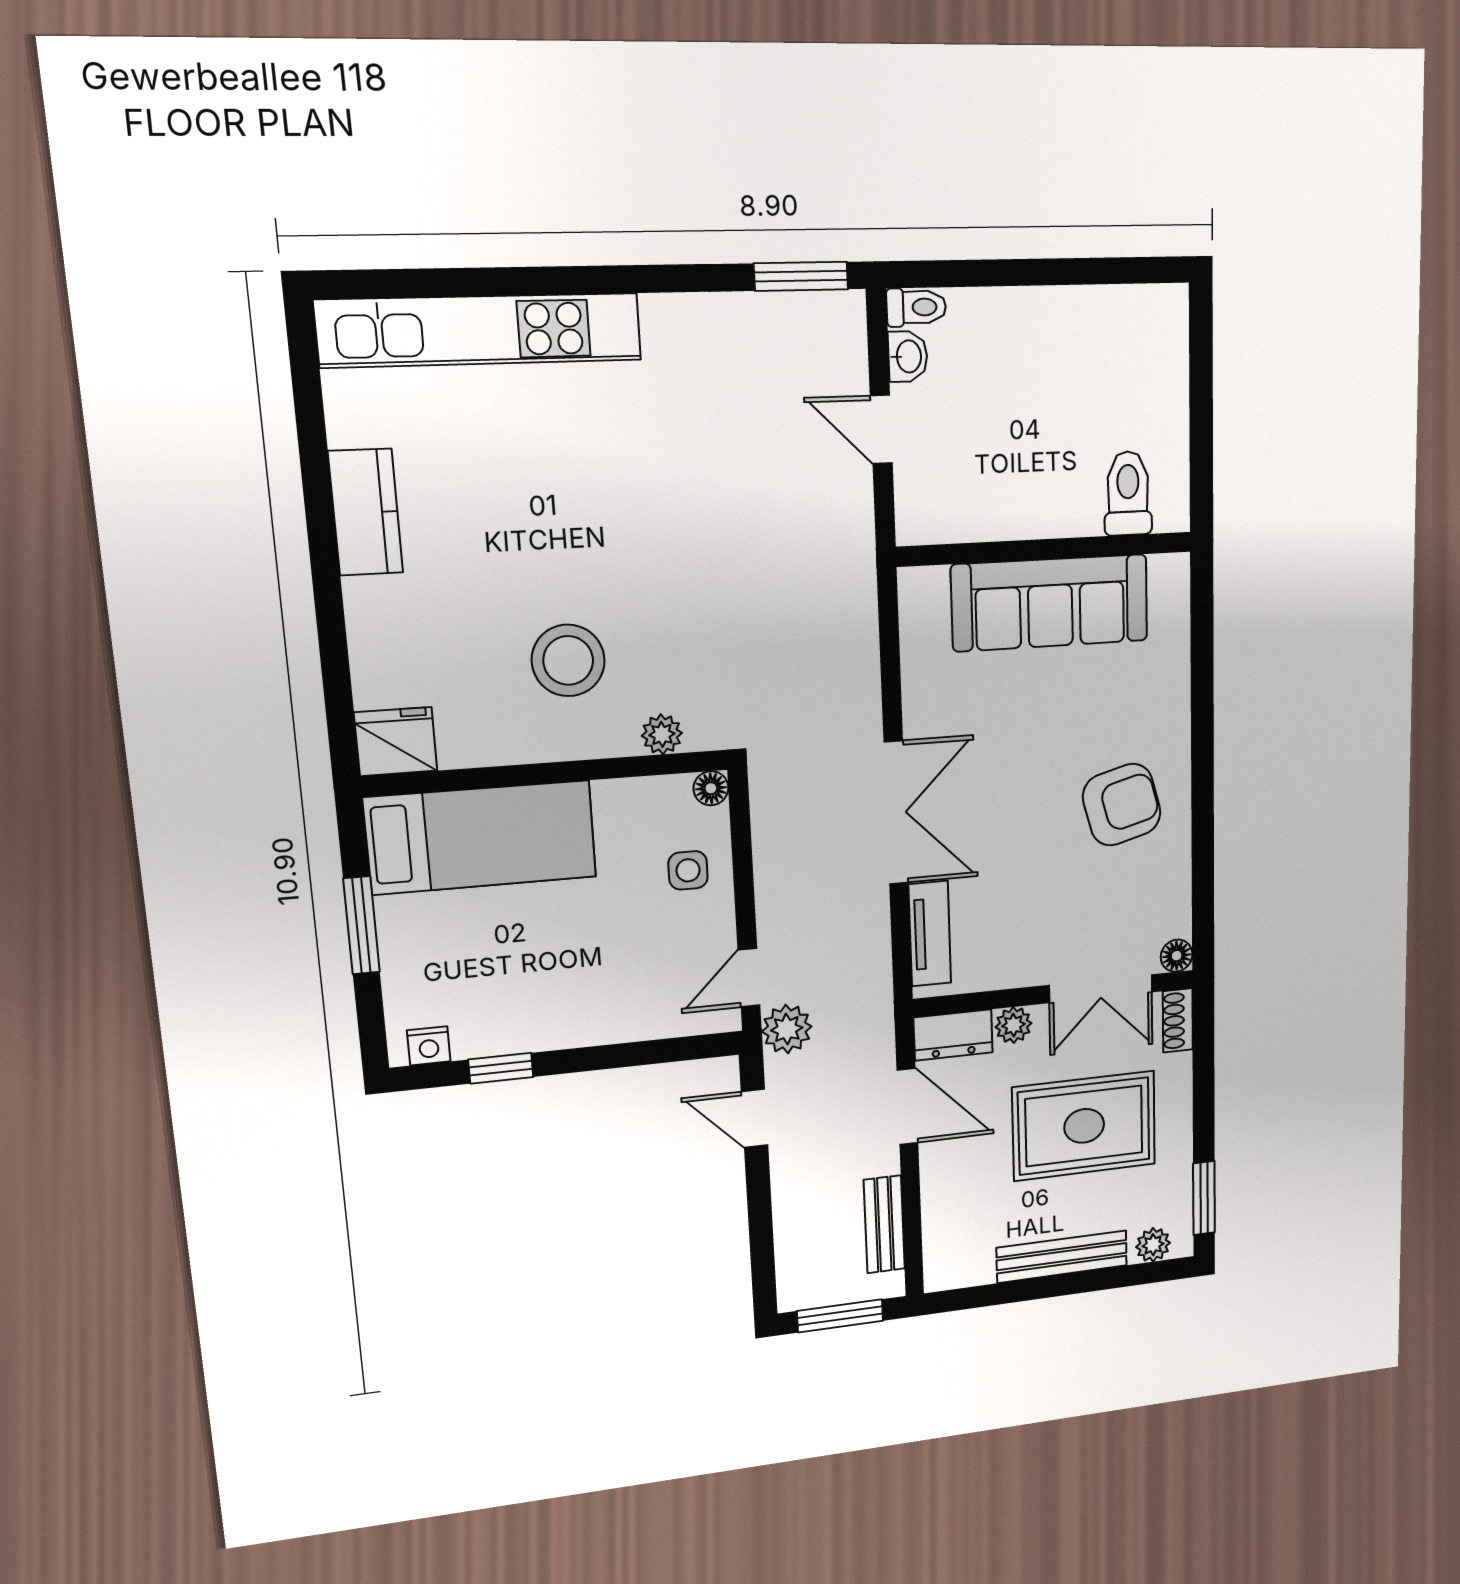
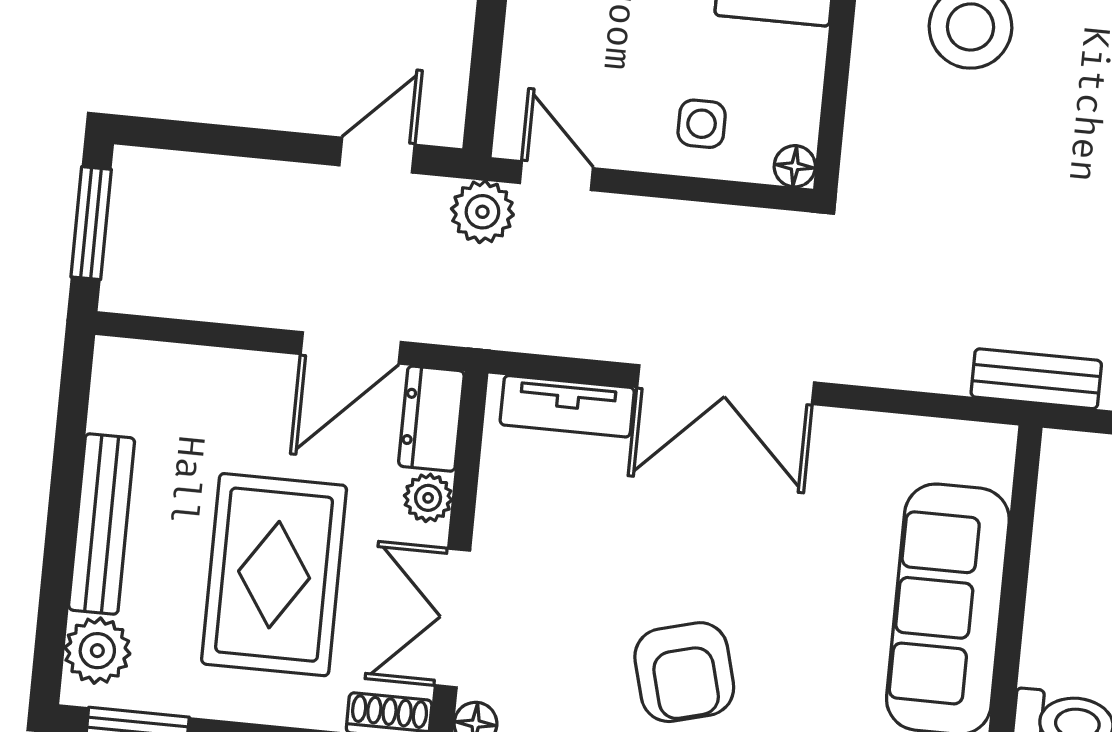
plant: (662, 734) -> (868, 119), removed
bench: (884, 1224) -> (1036, 379), moved
plant: (1153, 1245) -> (97, 651), width x1.38, depth x1.38

